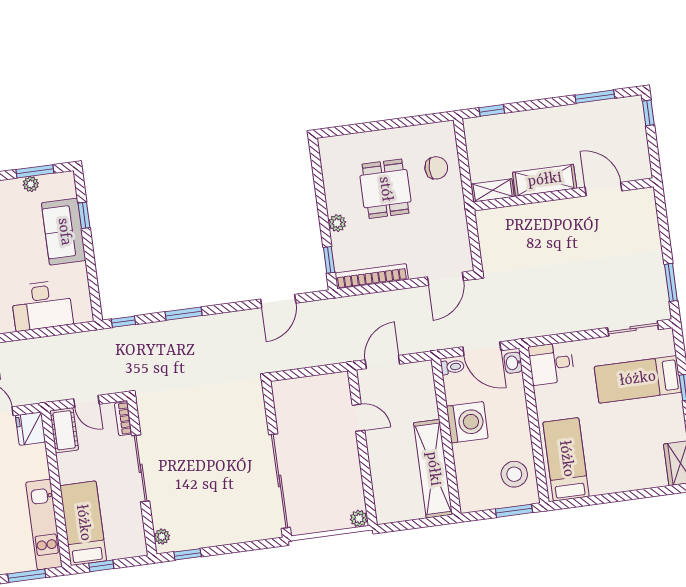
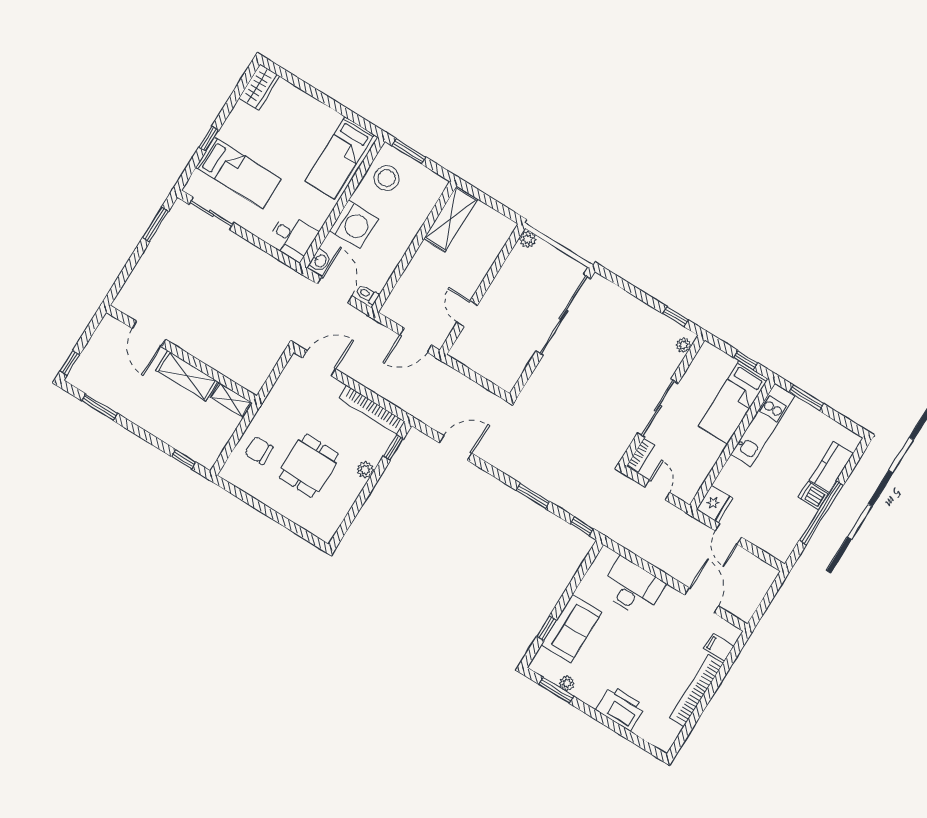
washing machine: (467, 422) -> (354, 225), moved, turned 180
cot: (64, 430) -> (691, 482), removed
shelving: (433, 469) -> (451, 219), width x0.68

